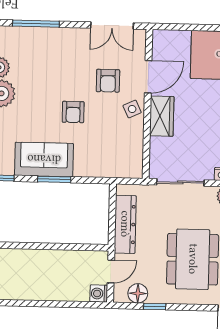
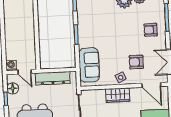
door: (148, 77) -> (151, 85), moved
armchair: (73, 112) -> (151, 30), moved
sofa: (44, 159) -> (89, 65), moved

